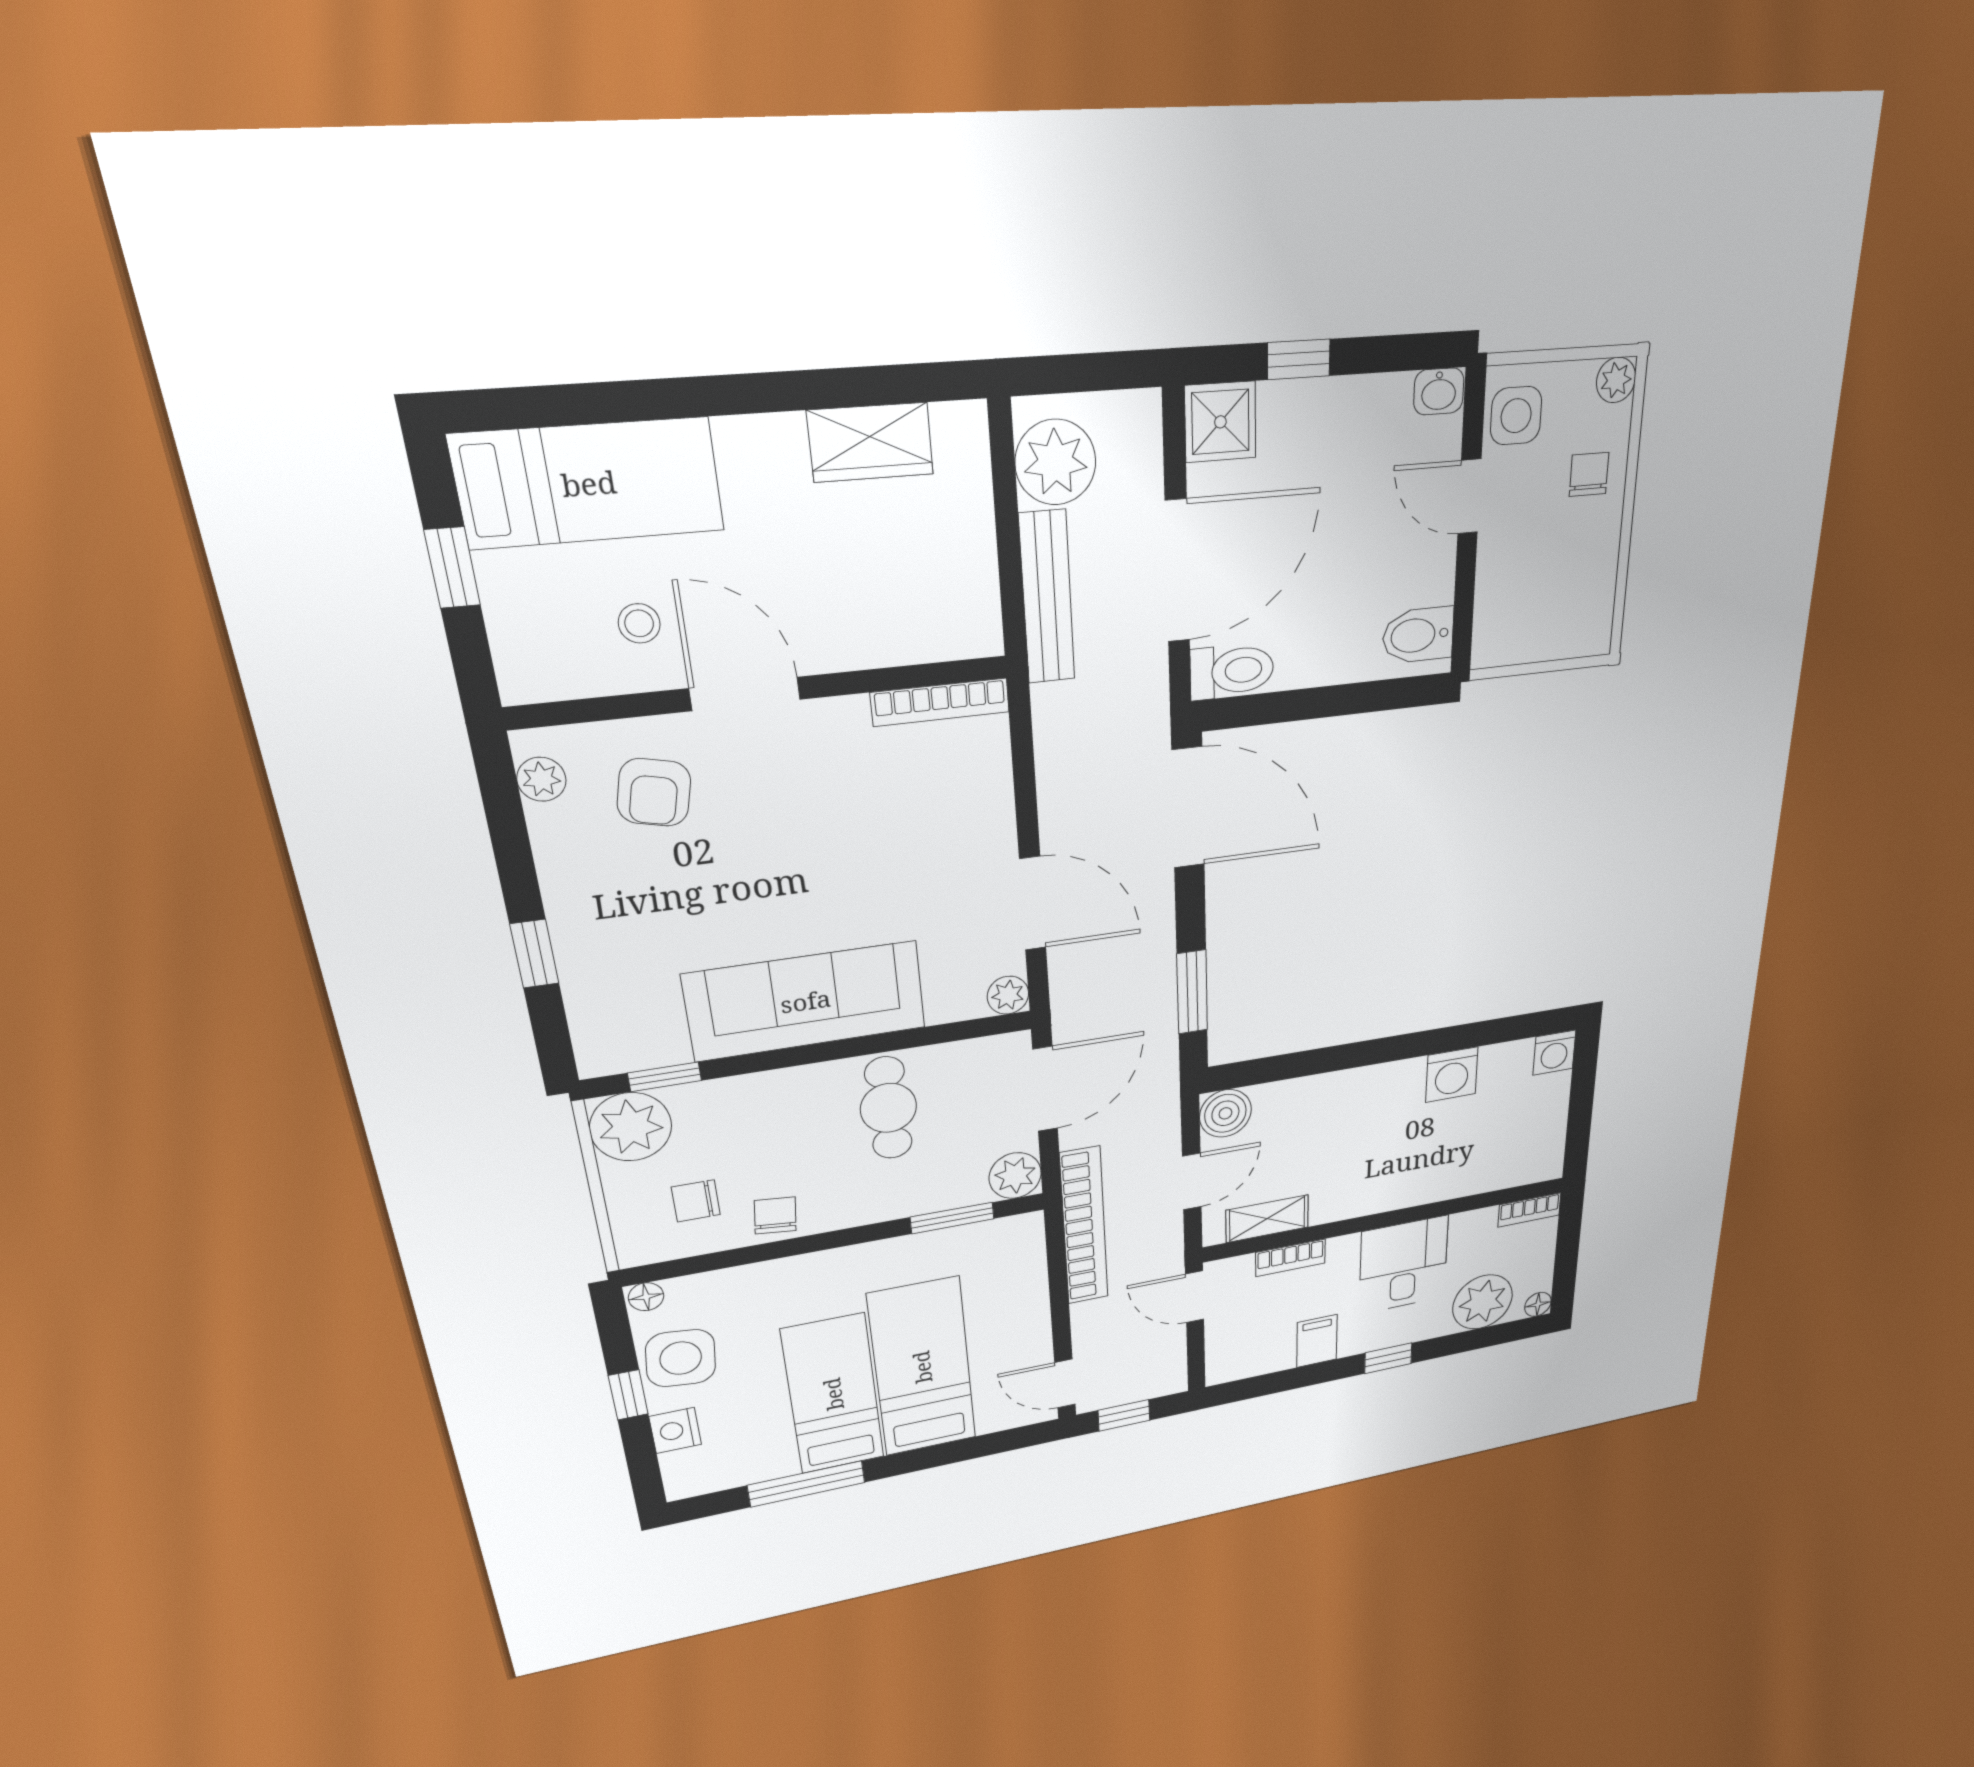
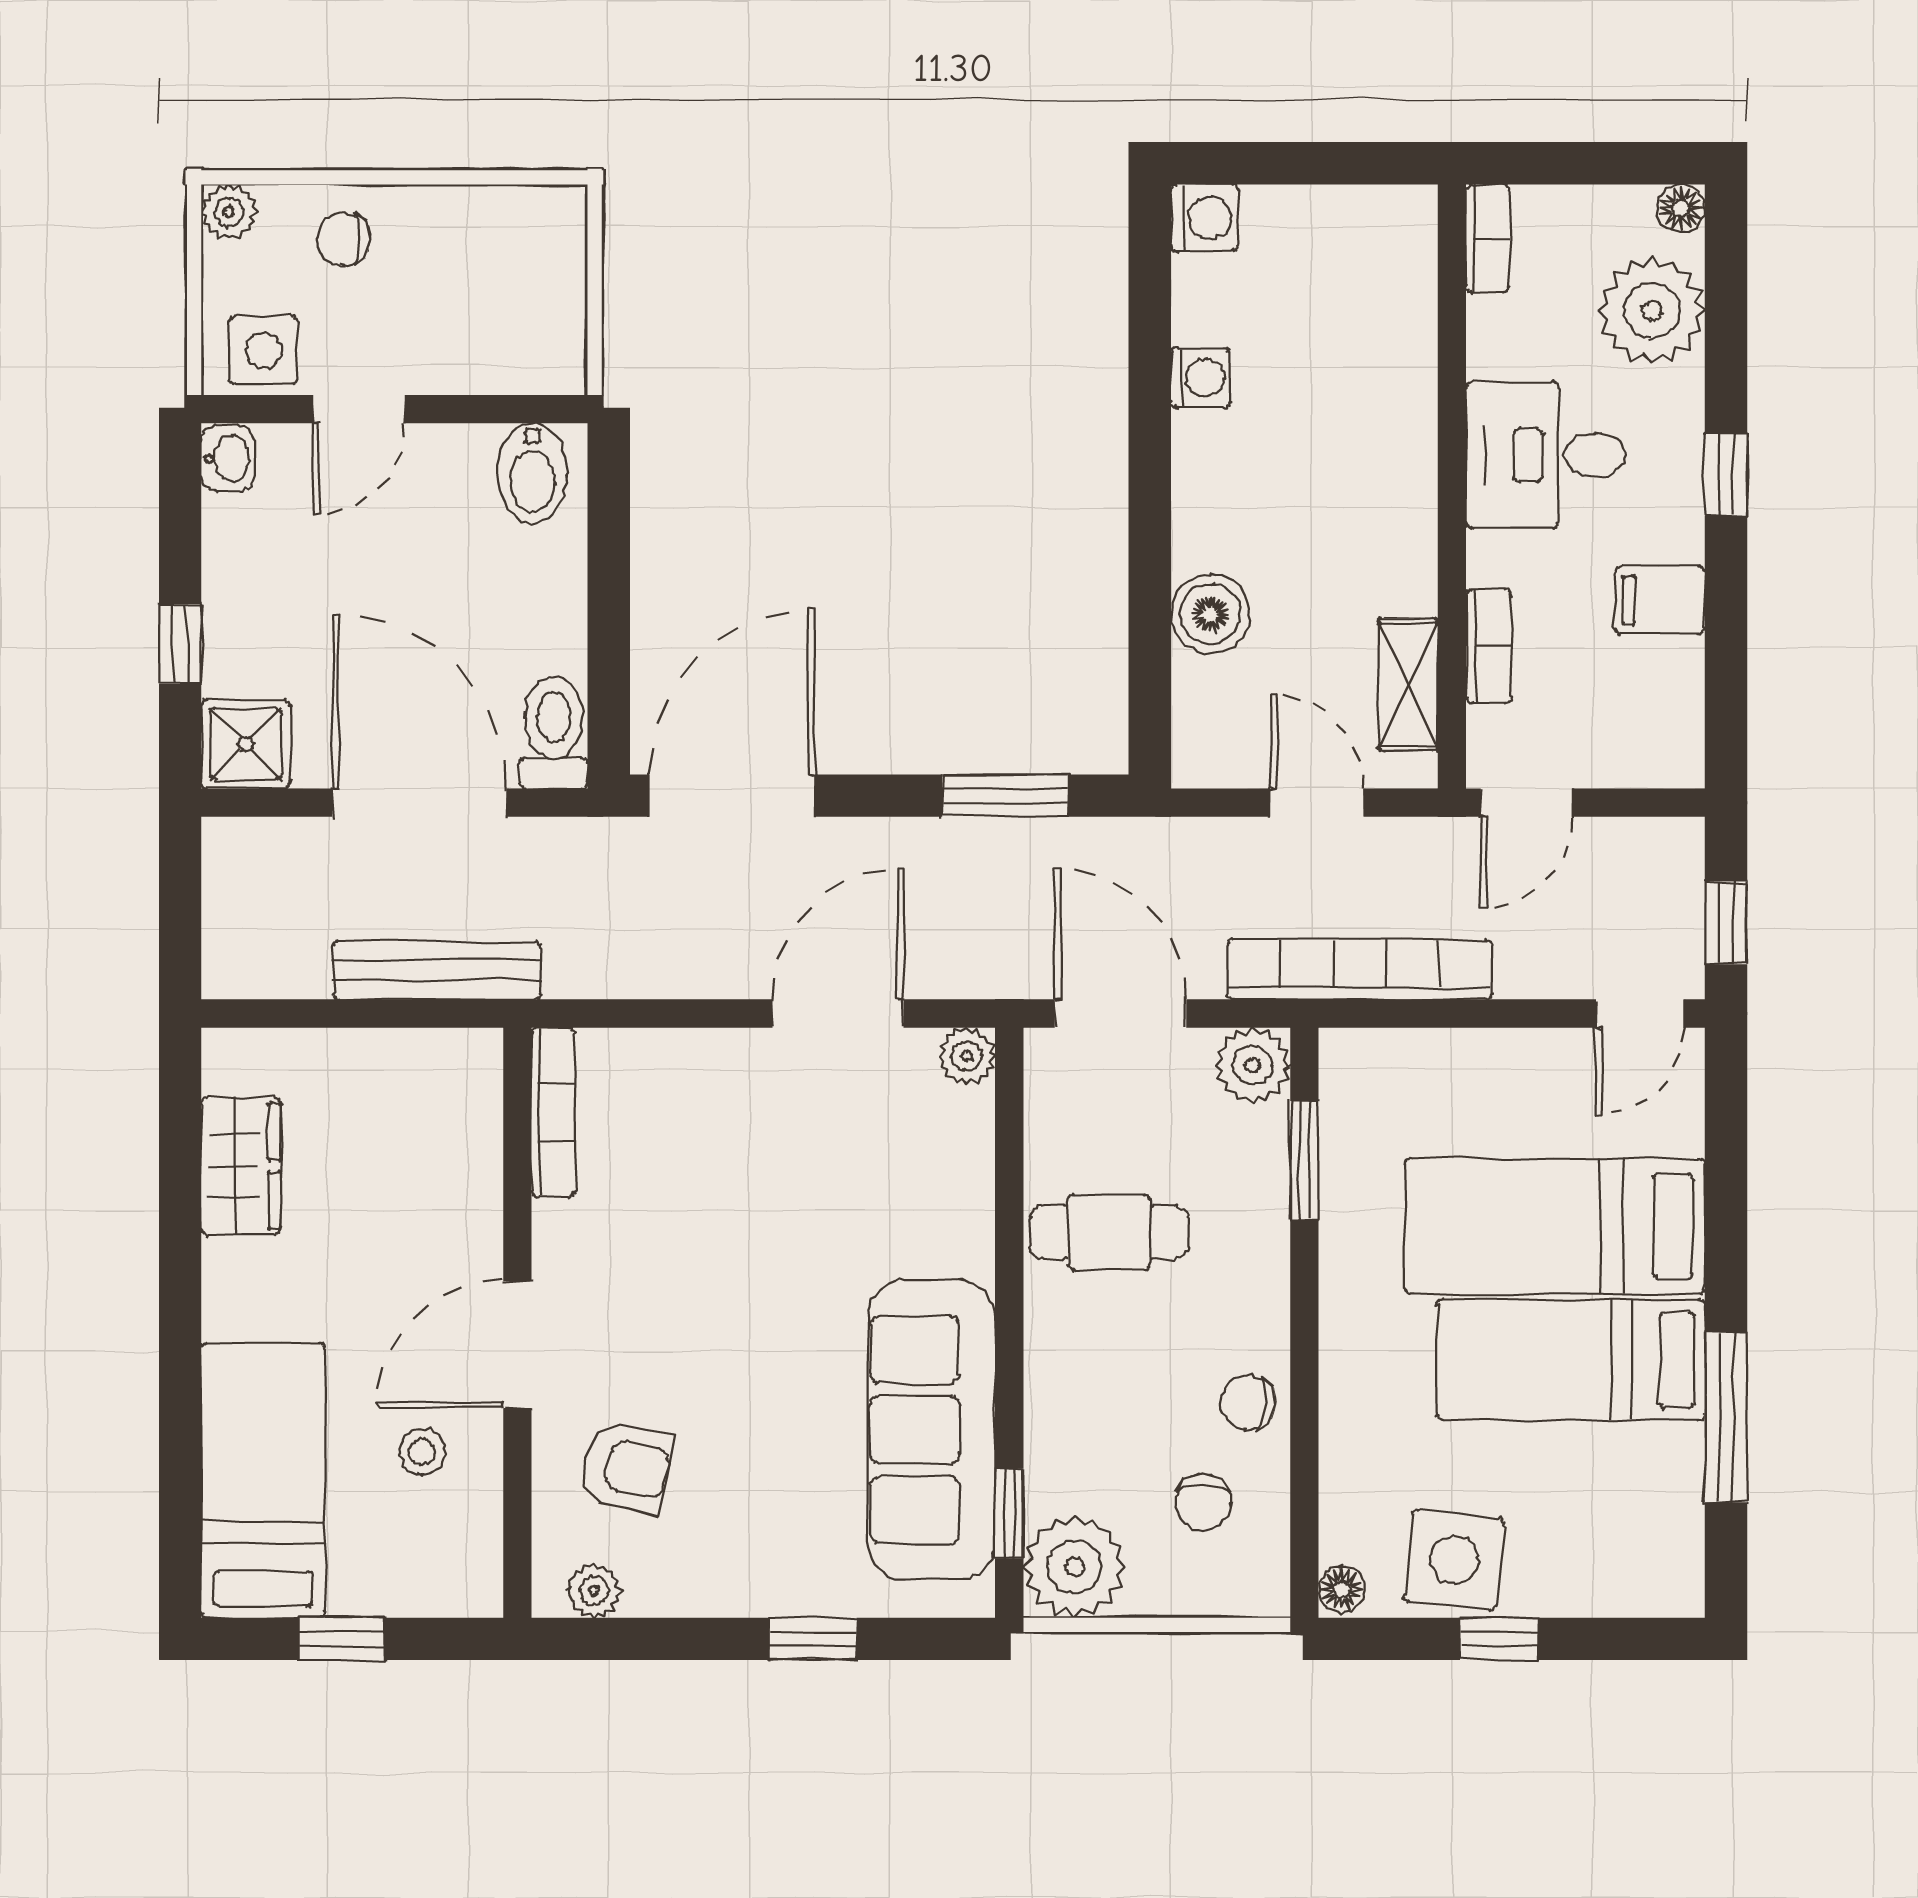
plant: (1055, 462) -> (278, 950), removed
sofa: (806, 1001) -> (931, 1430), moved
washing machine: (1452, 1075) -> (1201, 378), width x0.73, depth x0.73
boiler: (1225, 1113) -> (1210, 614), moved
nightstand: (675, 1430) -> (1578, 1586), removed

